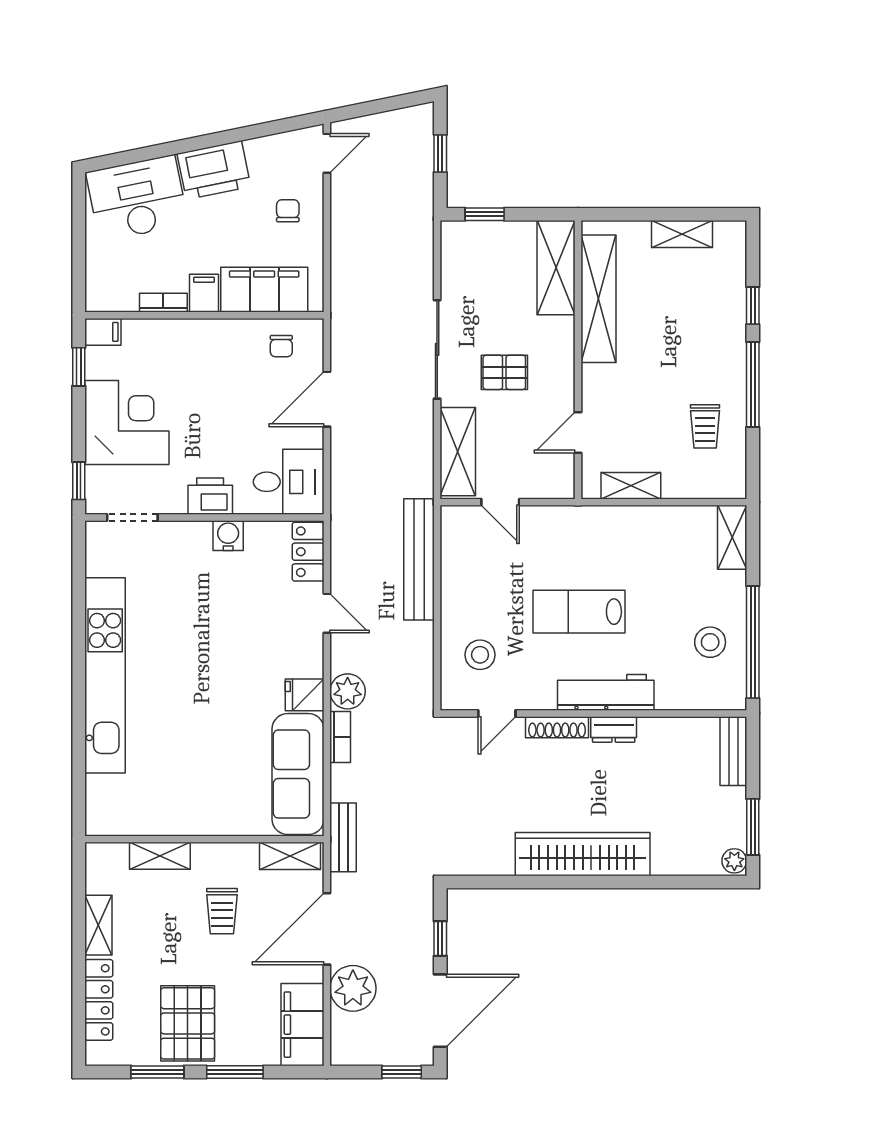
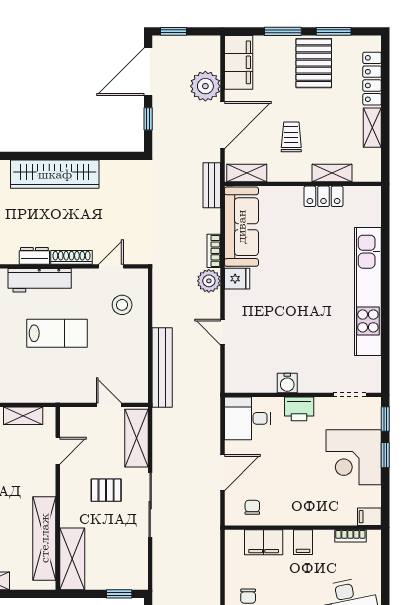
filing cabinet: (264, 290) -> (264, 542), width x0.67, depth x0.86
bookcase: (163, 303) -> (350, 536), moved
window: (79, 367) -> (385, 455), moved
locker: (308, 552) -> (323, 196), moved, turned 90

